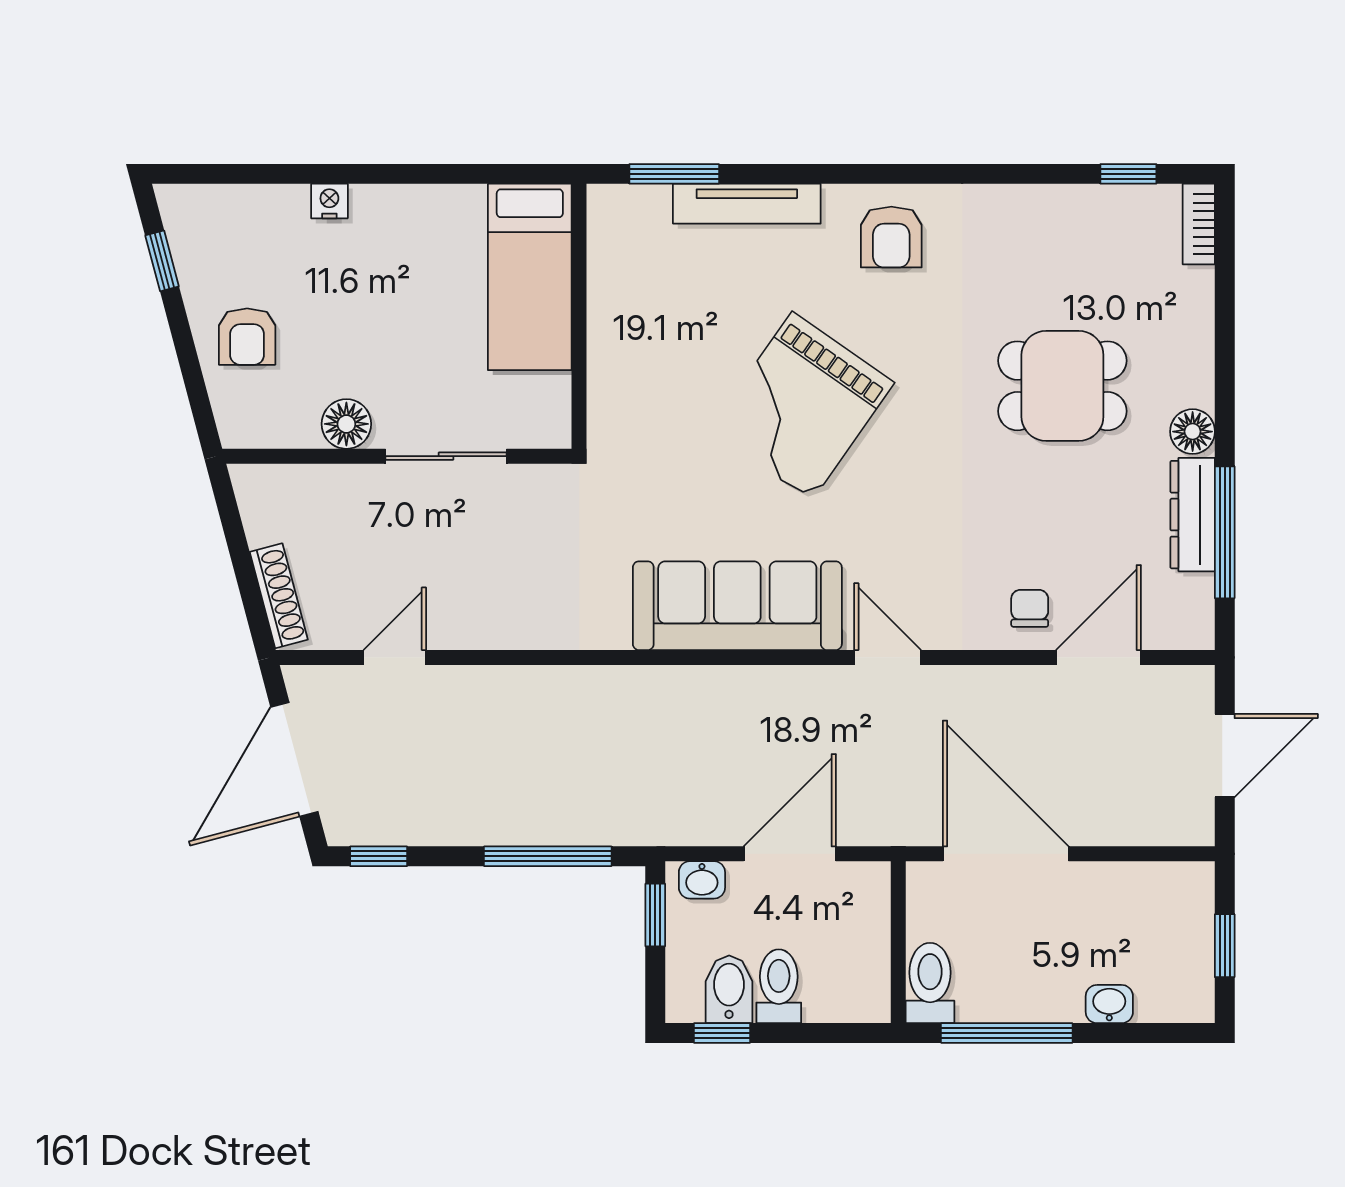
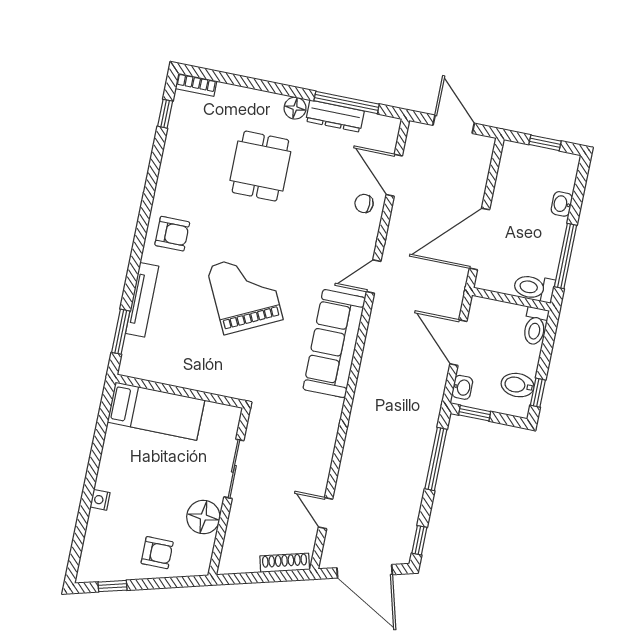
grand piano: (802, 406) -> (245, 293), turned -151
floor lamp: (346, 424) -> (203, 517), width x1.38, depth x1.38
toilet: (779, 986) -> (535, 326), moved, turned -90

